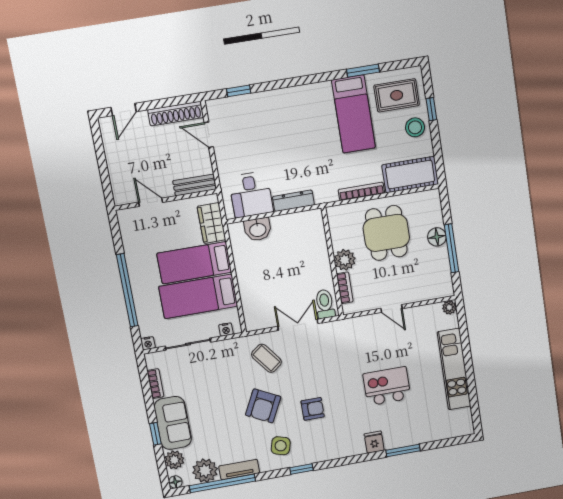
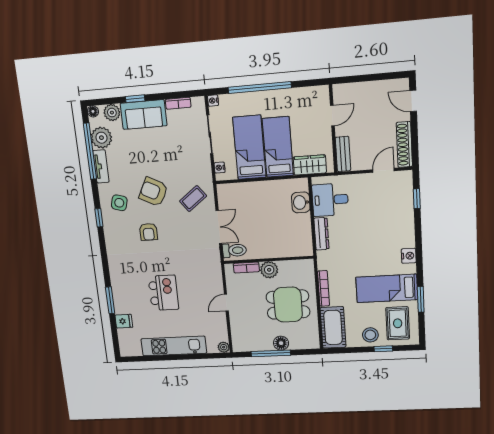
nightstand: (310, 92) -> (409, 256), added
fridge: (374, 442) -> (124, 321), moved

